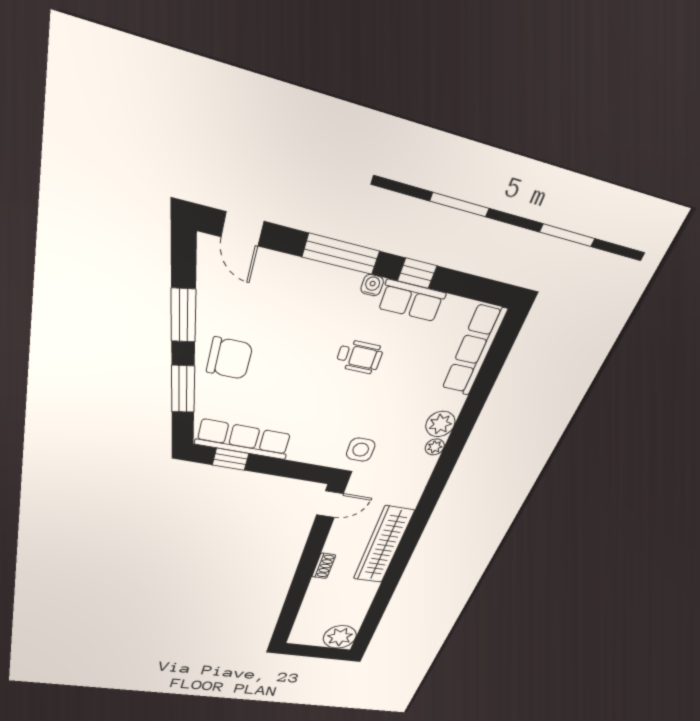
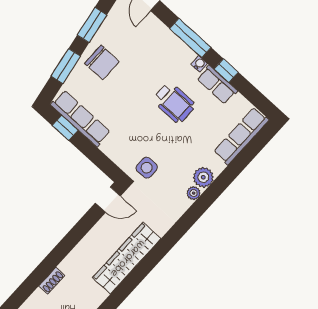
wheelchair: (359, 357) -> (174, 103), width x1.36, depth x1.37
shoe rack: (324, 566) -> (52, 281), moved

